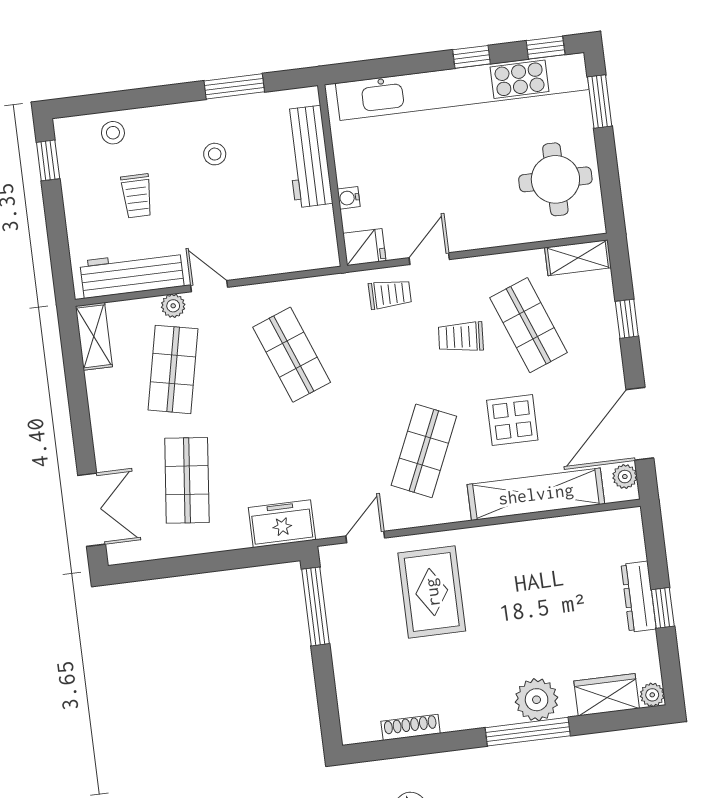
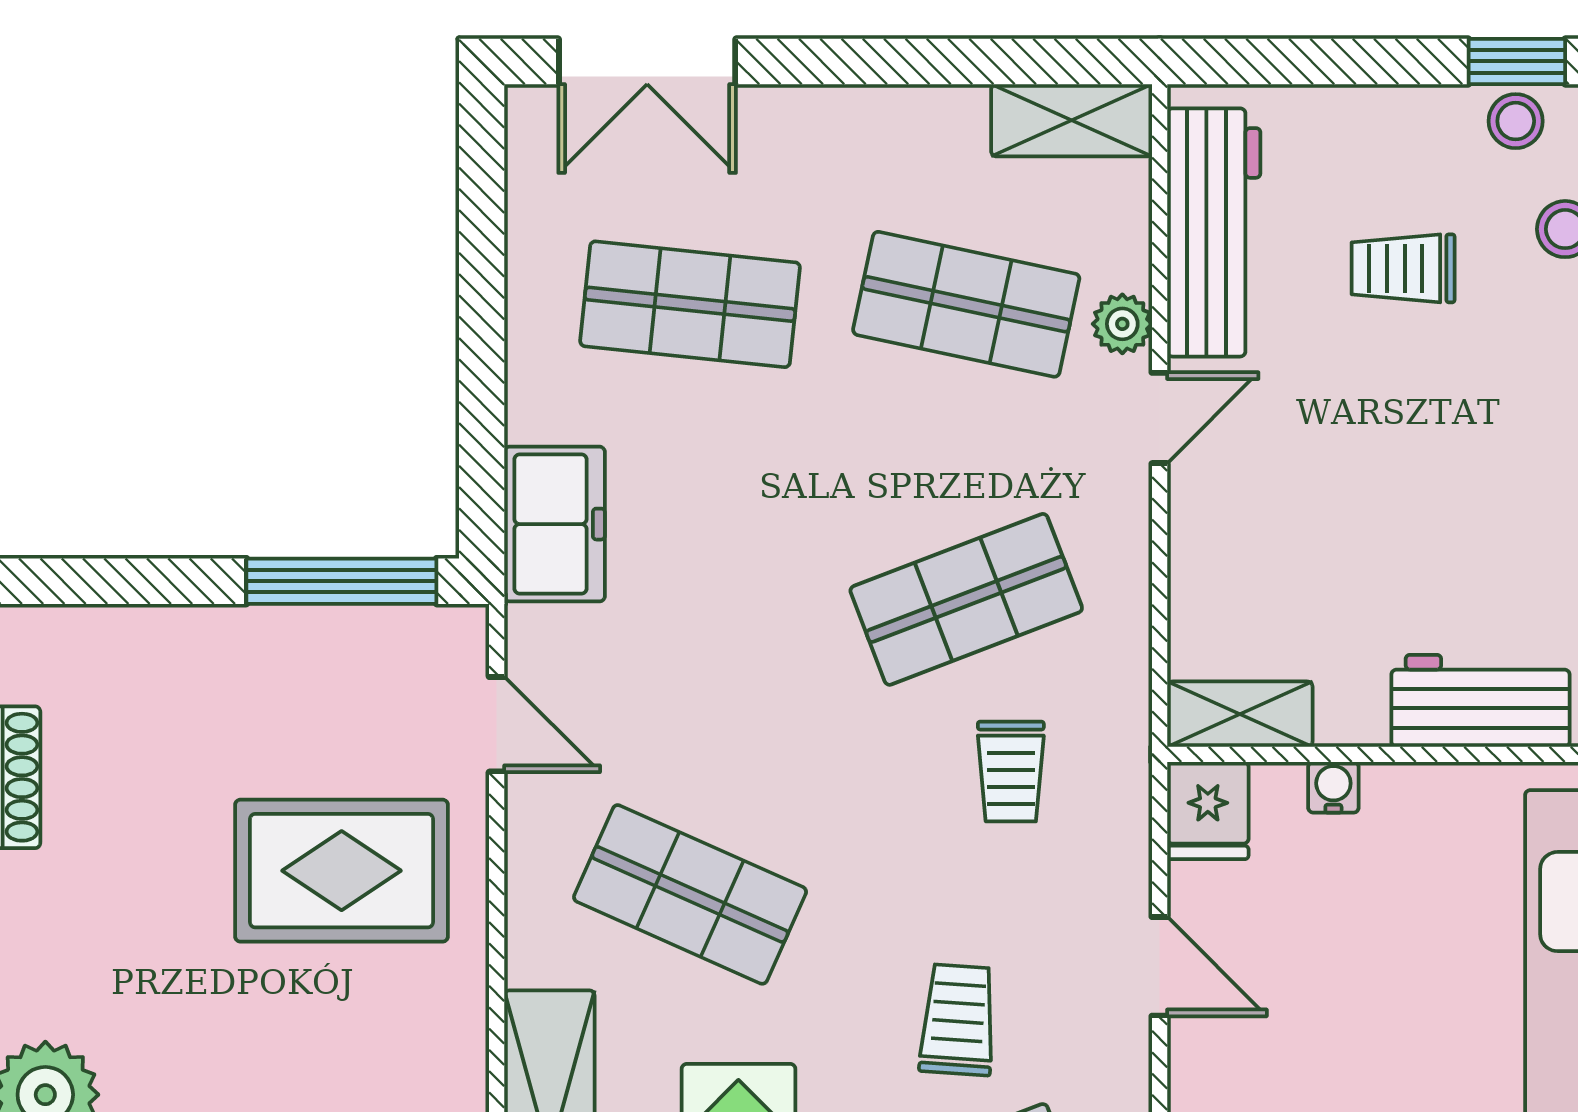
stool: (215, 154) -> (1516, 121), moved
workbench: (308, 157) -> (1480, 701), width x0.73
shelving: (324, 239) -> (1240, 714), added
trolley: (390, 294) -> (1011, 771), moved

